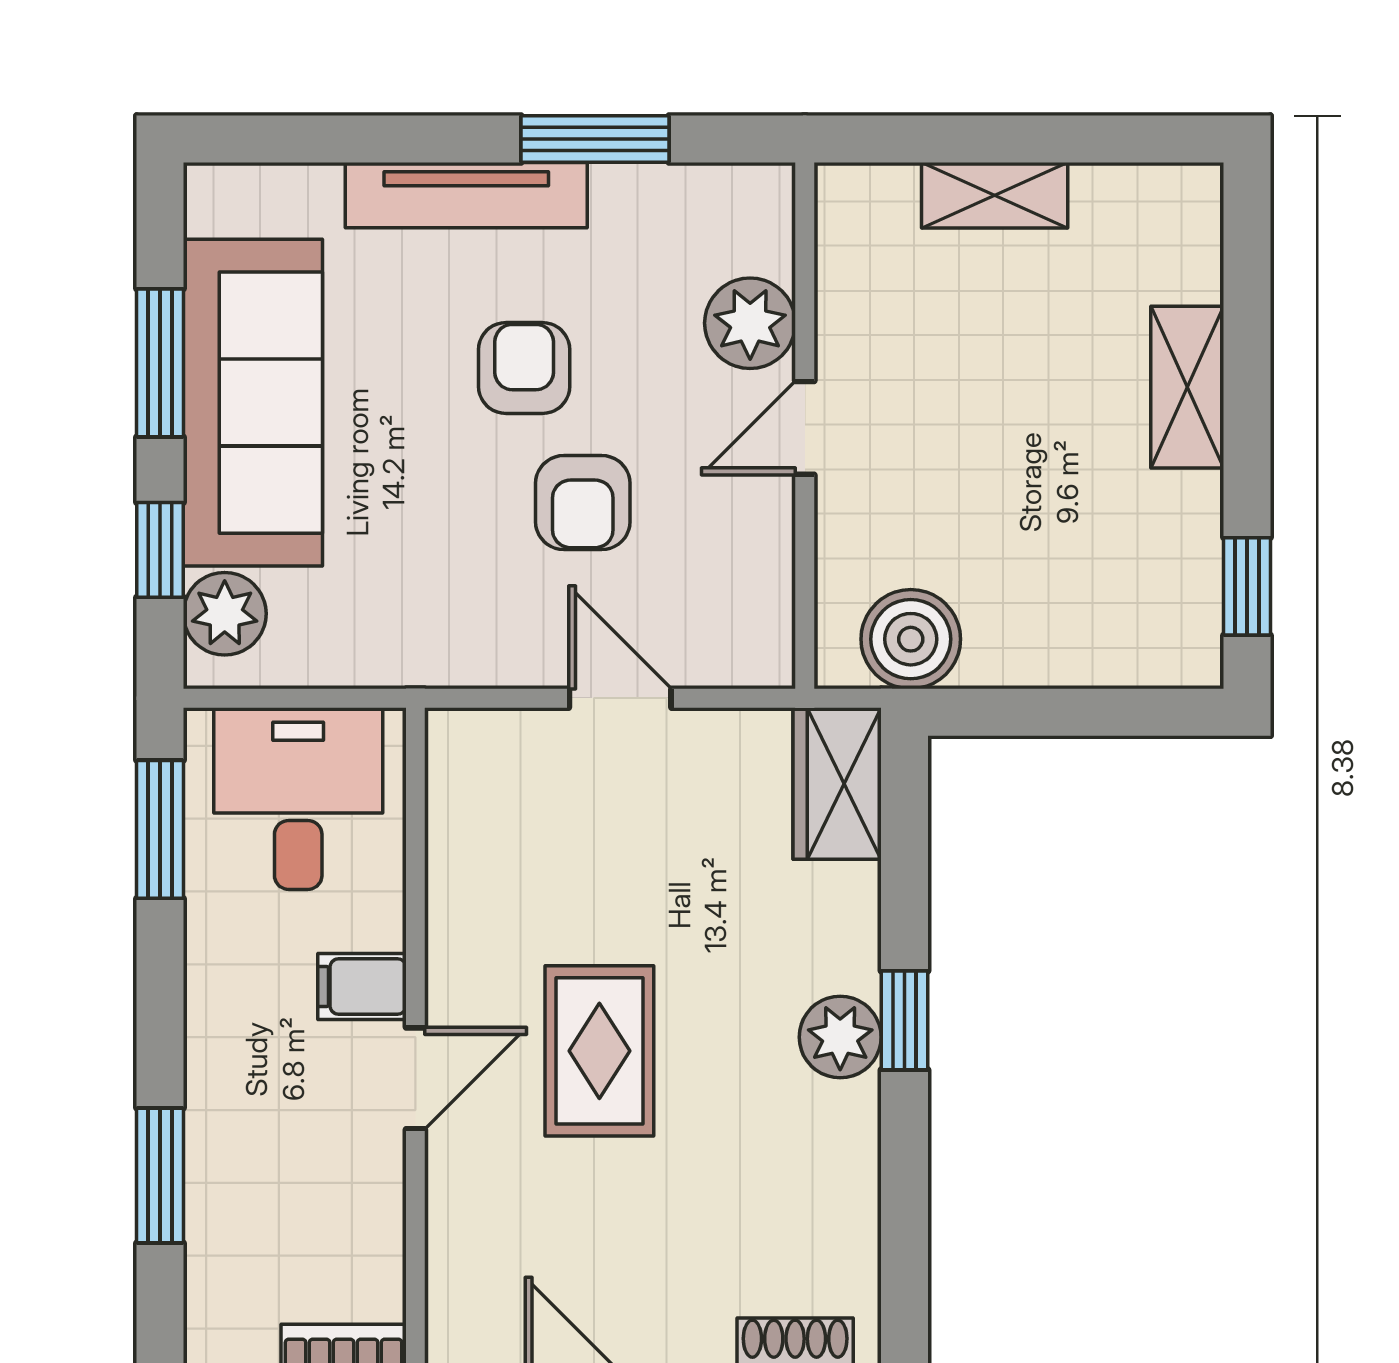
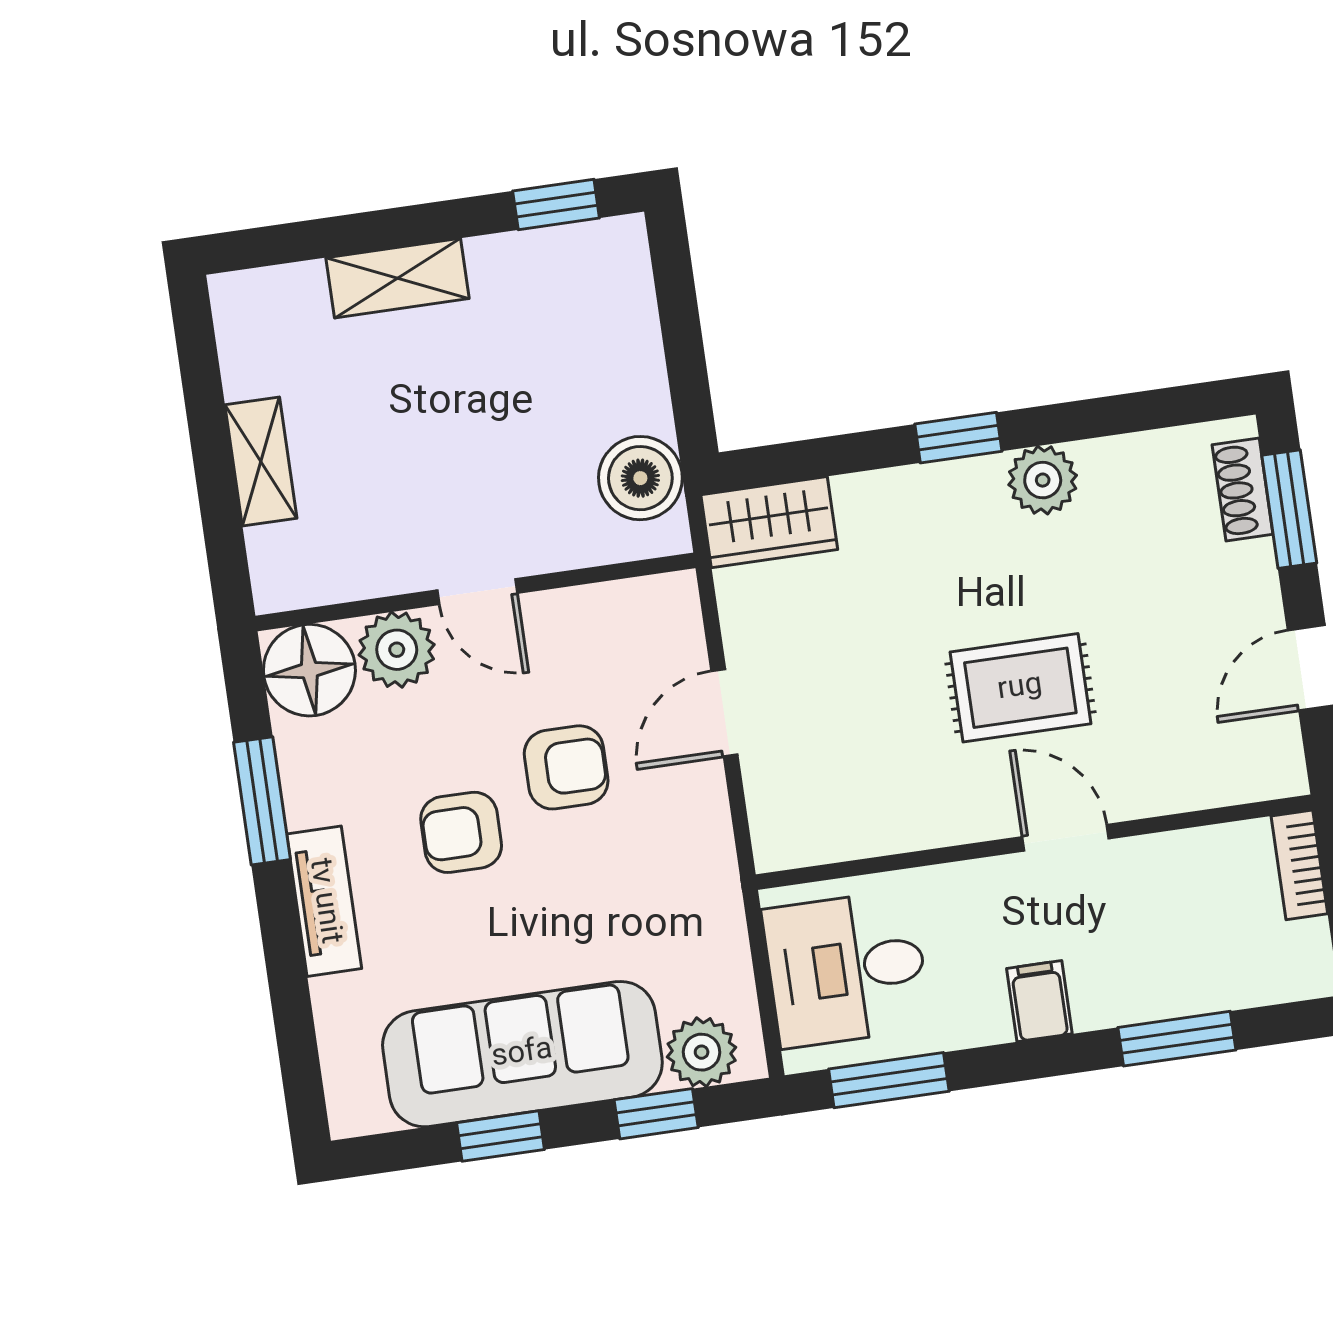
tv unit: (466, 195) -> (324, 901), width x0.71
floor lamp: (741, 217) -> (309, 670), added
window: (160, 363) -> (501, 1136), width x0.67
filing cabinet: (362, 987) -> (1039, 1001), moved, turned 180
plant: (840, 1037) -> (1043, 480), moved

